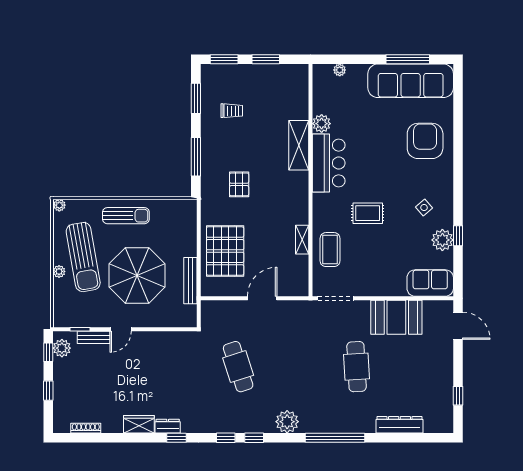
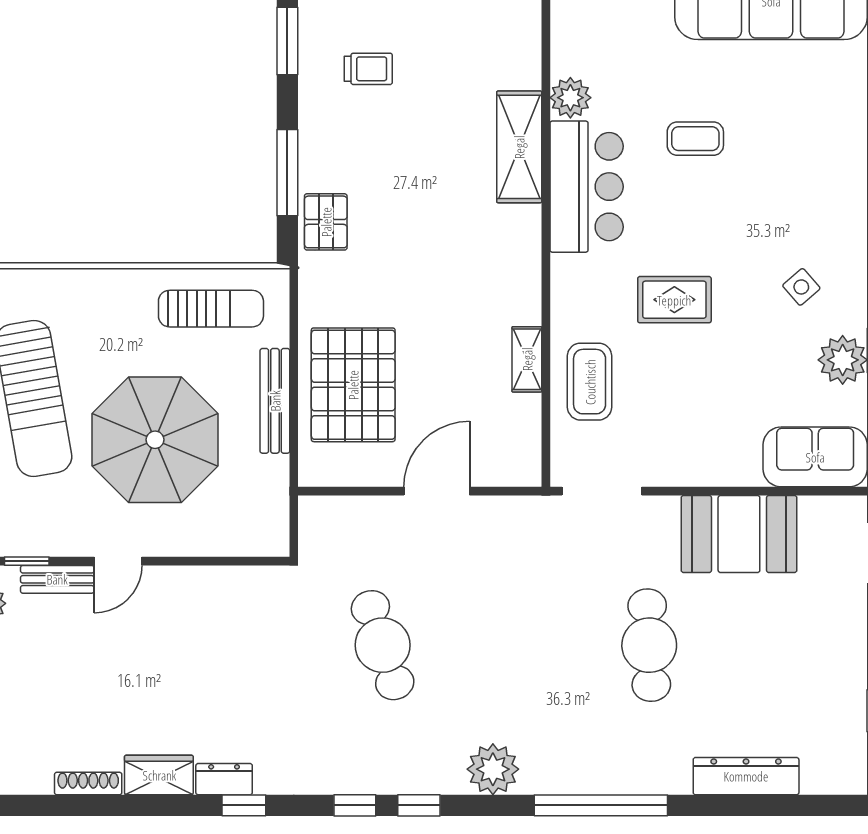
armchair: (425, 141) -> (803, 137), removed
coffee table: (377, 142) -> (695, 139), added
pallet: (239, 184) -> (326, 222), moved
sun lounger: (126, 216) -> (211, 309), moved
bench: (190, 281) -> (275, 401), moved
shoe rack: (86, 428) -> (88, 784), moved

